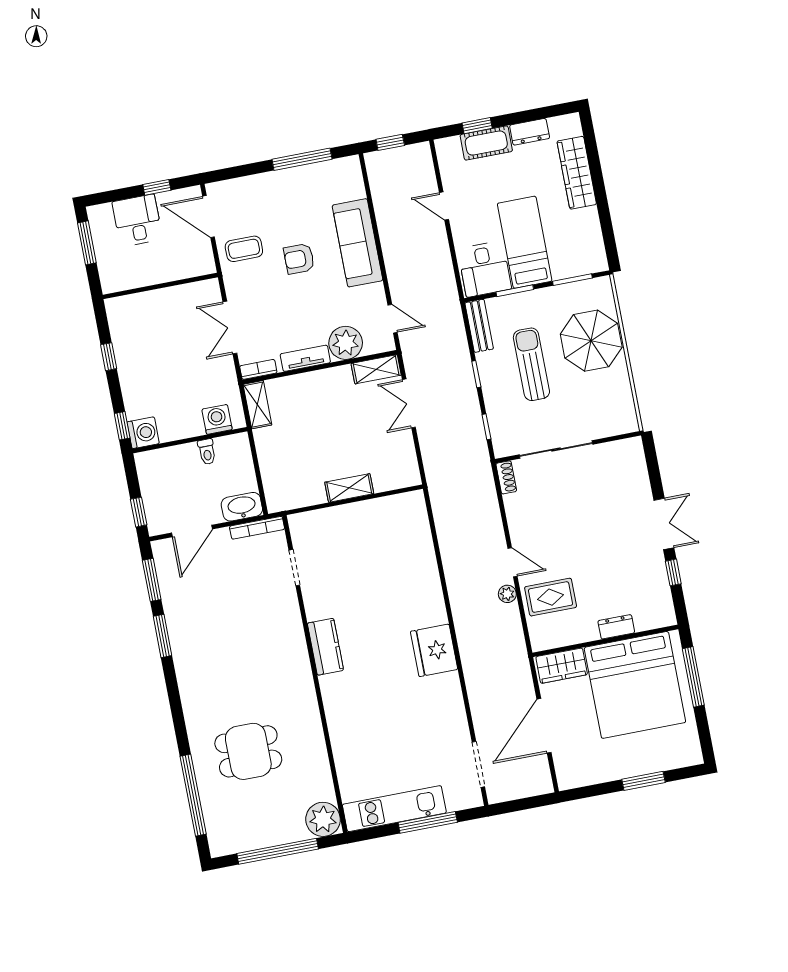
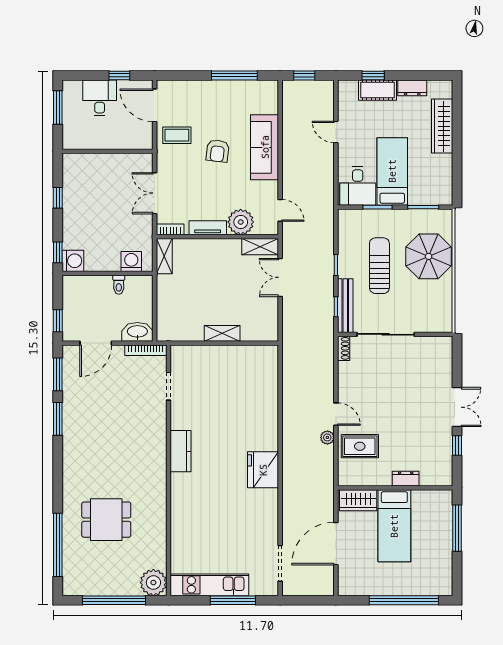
armchair: (299, 259) -> (218, 151), turned -83
bench: (479, 326) -> (345, 306), moved, width x1.36
bed: (635, 685) -> (394, 526), width x0.49
window: (644, 781) -> (404, 600), width x2.11

